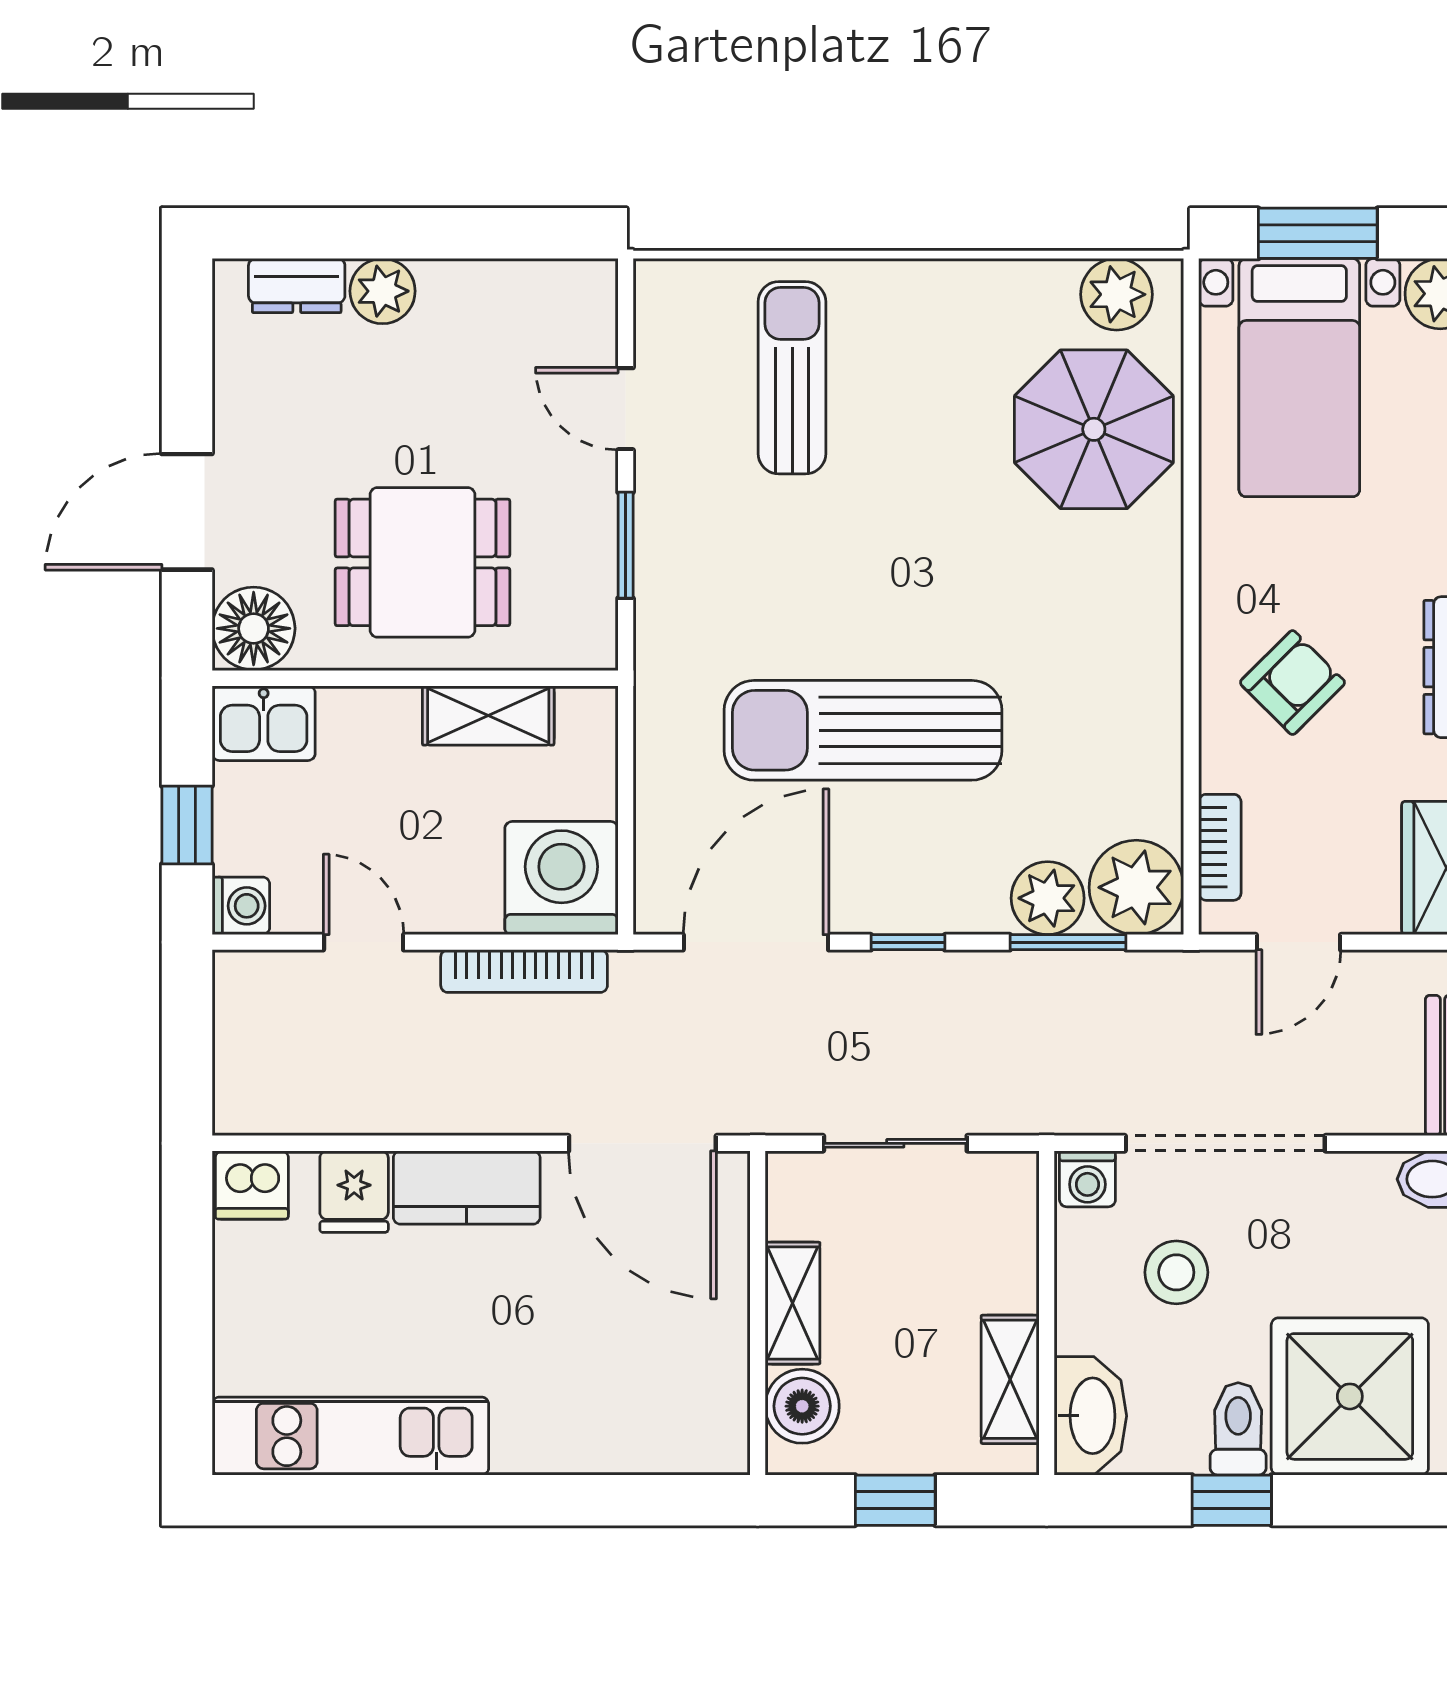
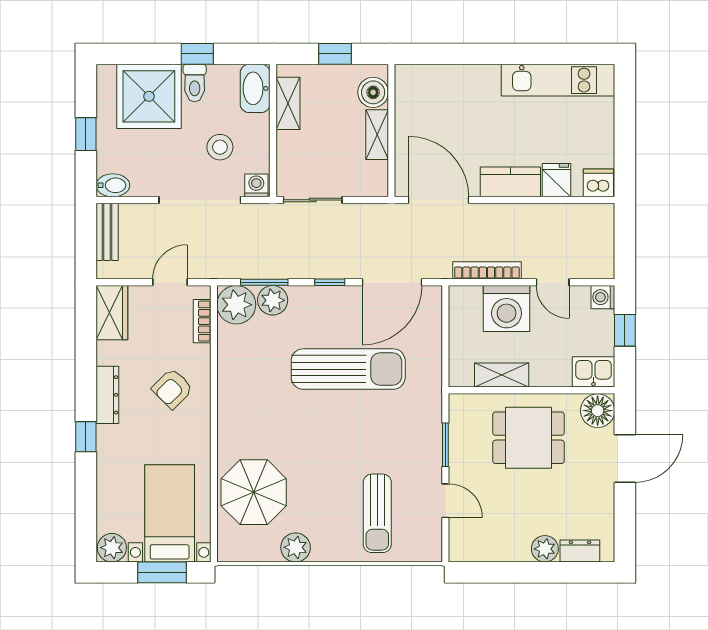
plant: (1117, 294) -> (296, 547), moved
washing machine: (561, 878) -> (507, 309), moved
sliding door: (895, 1143) -> (313, 200), moved

